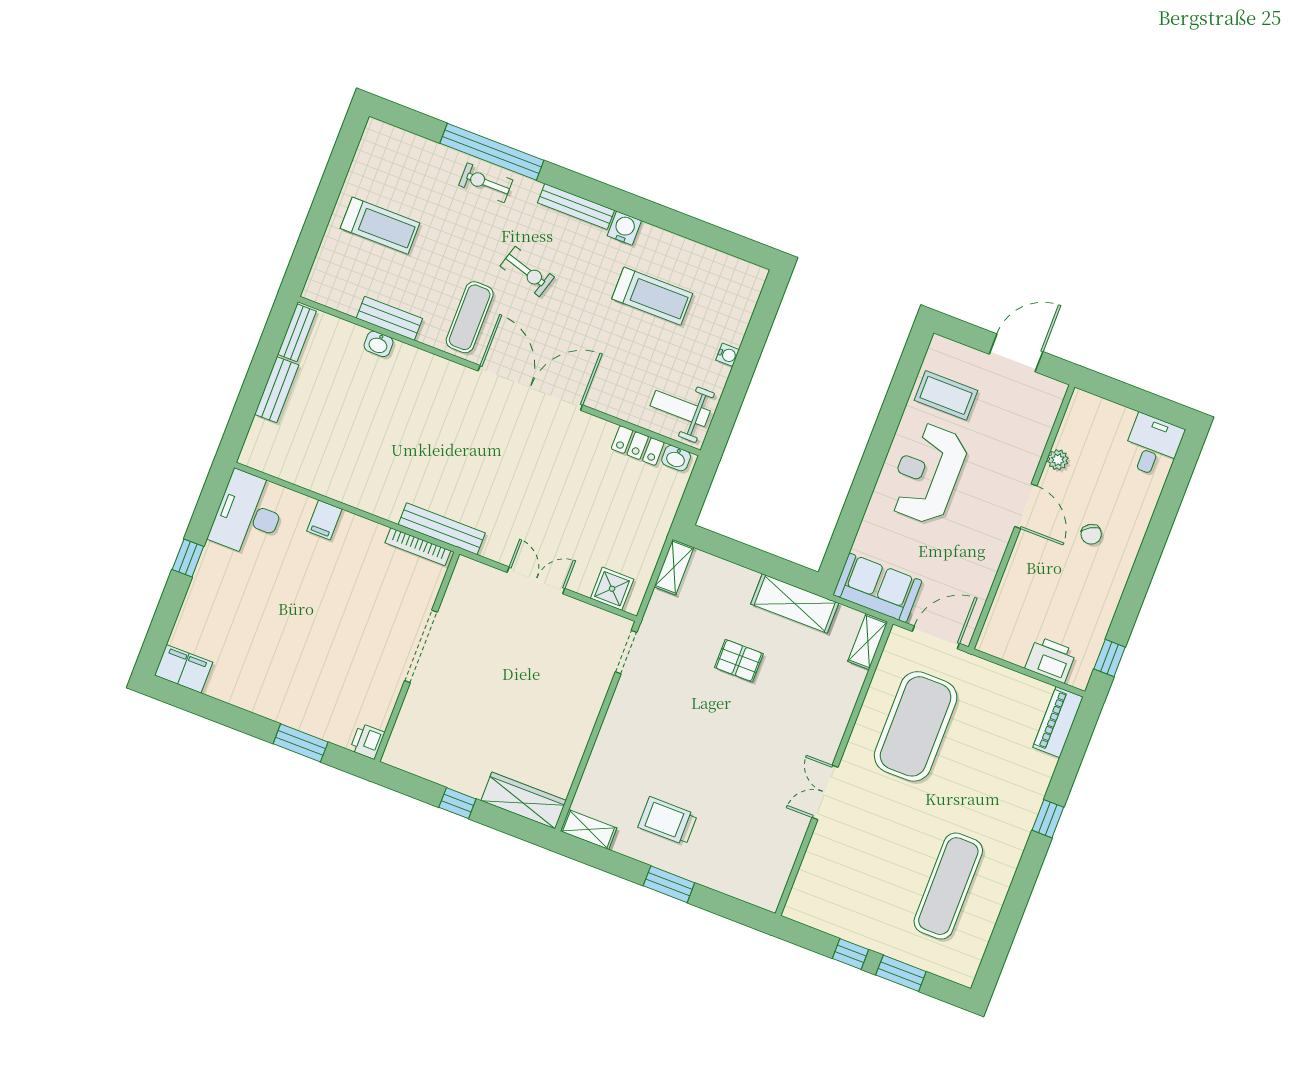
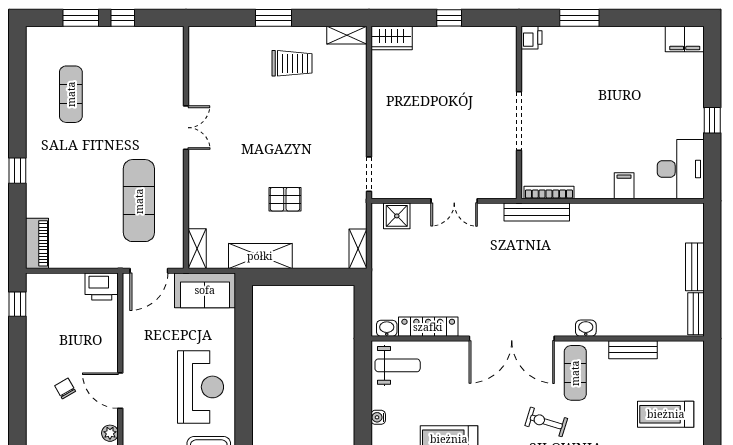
washbasin: (378, 344) -> (586, 328), moved
locker: (638, 446) -> (428, 327), width x1.53
printer: (1051, 660) -> (102, 286), moved
exercise mat: (916, 726) -> (139, 201), width x0.68
wardrobe: (524, 801) -> (392, 38), width x0.67
exercise mat: (948, 886) -> (71, 94), width x0.73, depth x0.69

